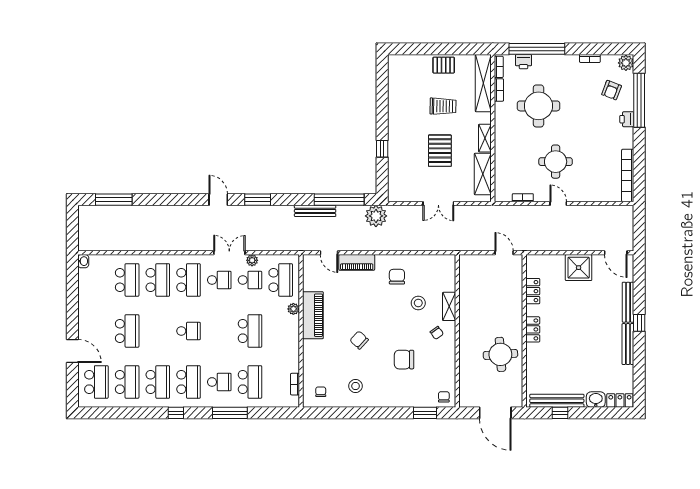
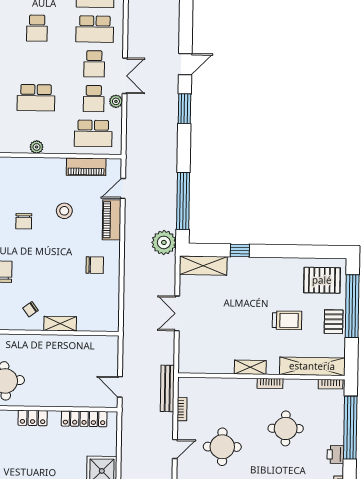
window: (430, 49) -> (352, 306), added
printer: (524, 62) -> (335, 454), moved
bookcase: (499, 90) -> (270, 383), moved
trolley: (443, 106) -> (287, 320), turned -91
round table: (538, 106) -> (286, 428), width x0.73, depth x0.73
pallet: (440, 151) -> (322, 280), moved
shelving: (483, 174) -> (203, 266), moved
bench: (315, 211) -> (167, 388), moved
door: (504, 253) -> (120, 387), swing flipped
locker: (533, 291) -> (84, 419), width x1.53
stool: (418, 303) -> (64, 211), moved
plant: (293, 309) -> (37, 147), moved
piano: (313, 315) -> (86, 167), moved, width x0.73, depth x0.75
chair: (359, 340) -> (24, 221), turned 137

